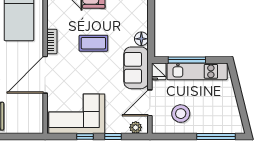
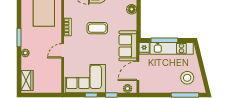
floor lamp: (141, 39) -> (132, 9), moved
door: (45, 75) -> (63, 51), width x0.53
stool: (181, 114) -> (187, 78), moved

